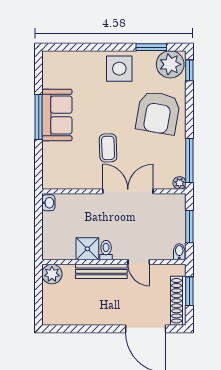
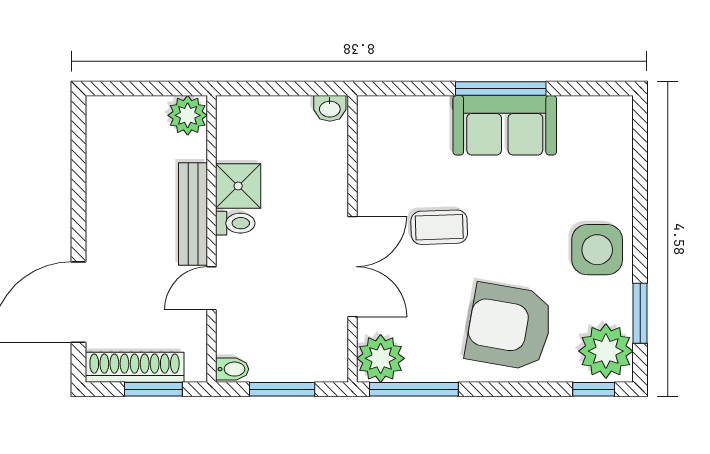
plant: (180, 183) -> (381, 358), width x1.87, depth x1.87

